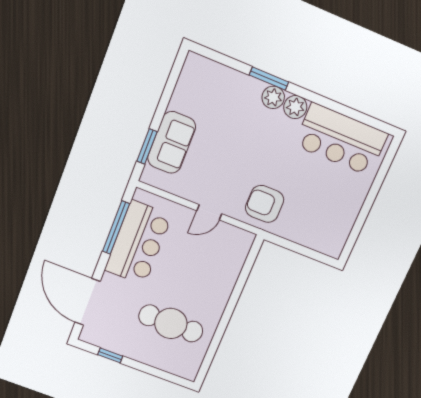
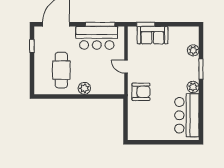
plant: (273, 97) -> (193, 50), moved
armchair: (265, 204) -> (141, 92), turned 90
plant: (218, 298) -> (84, 88), added

